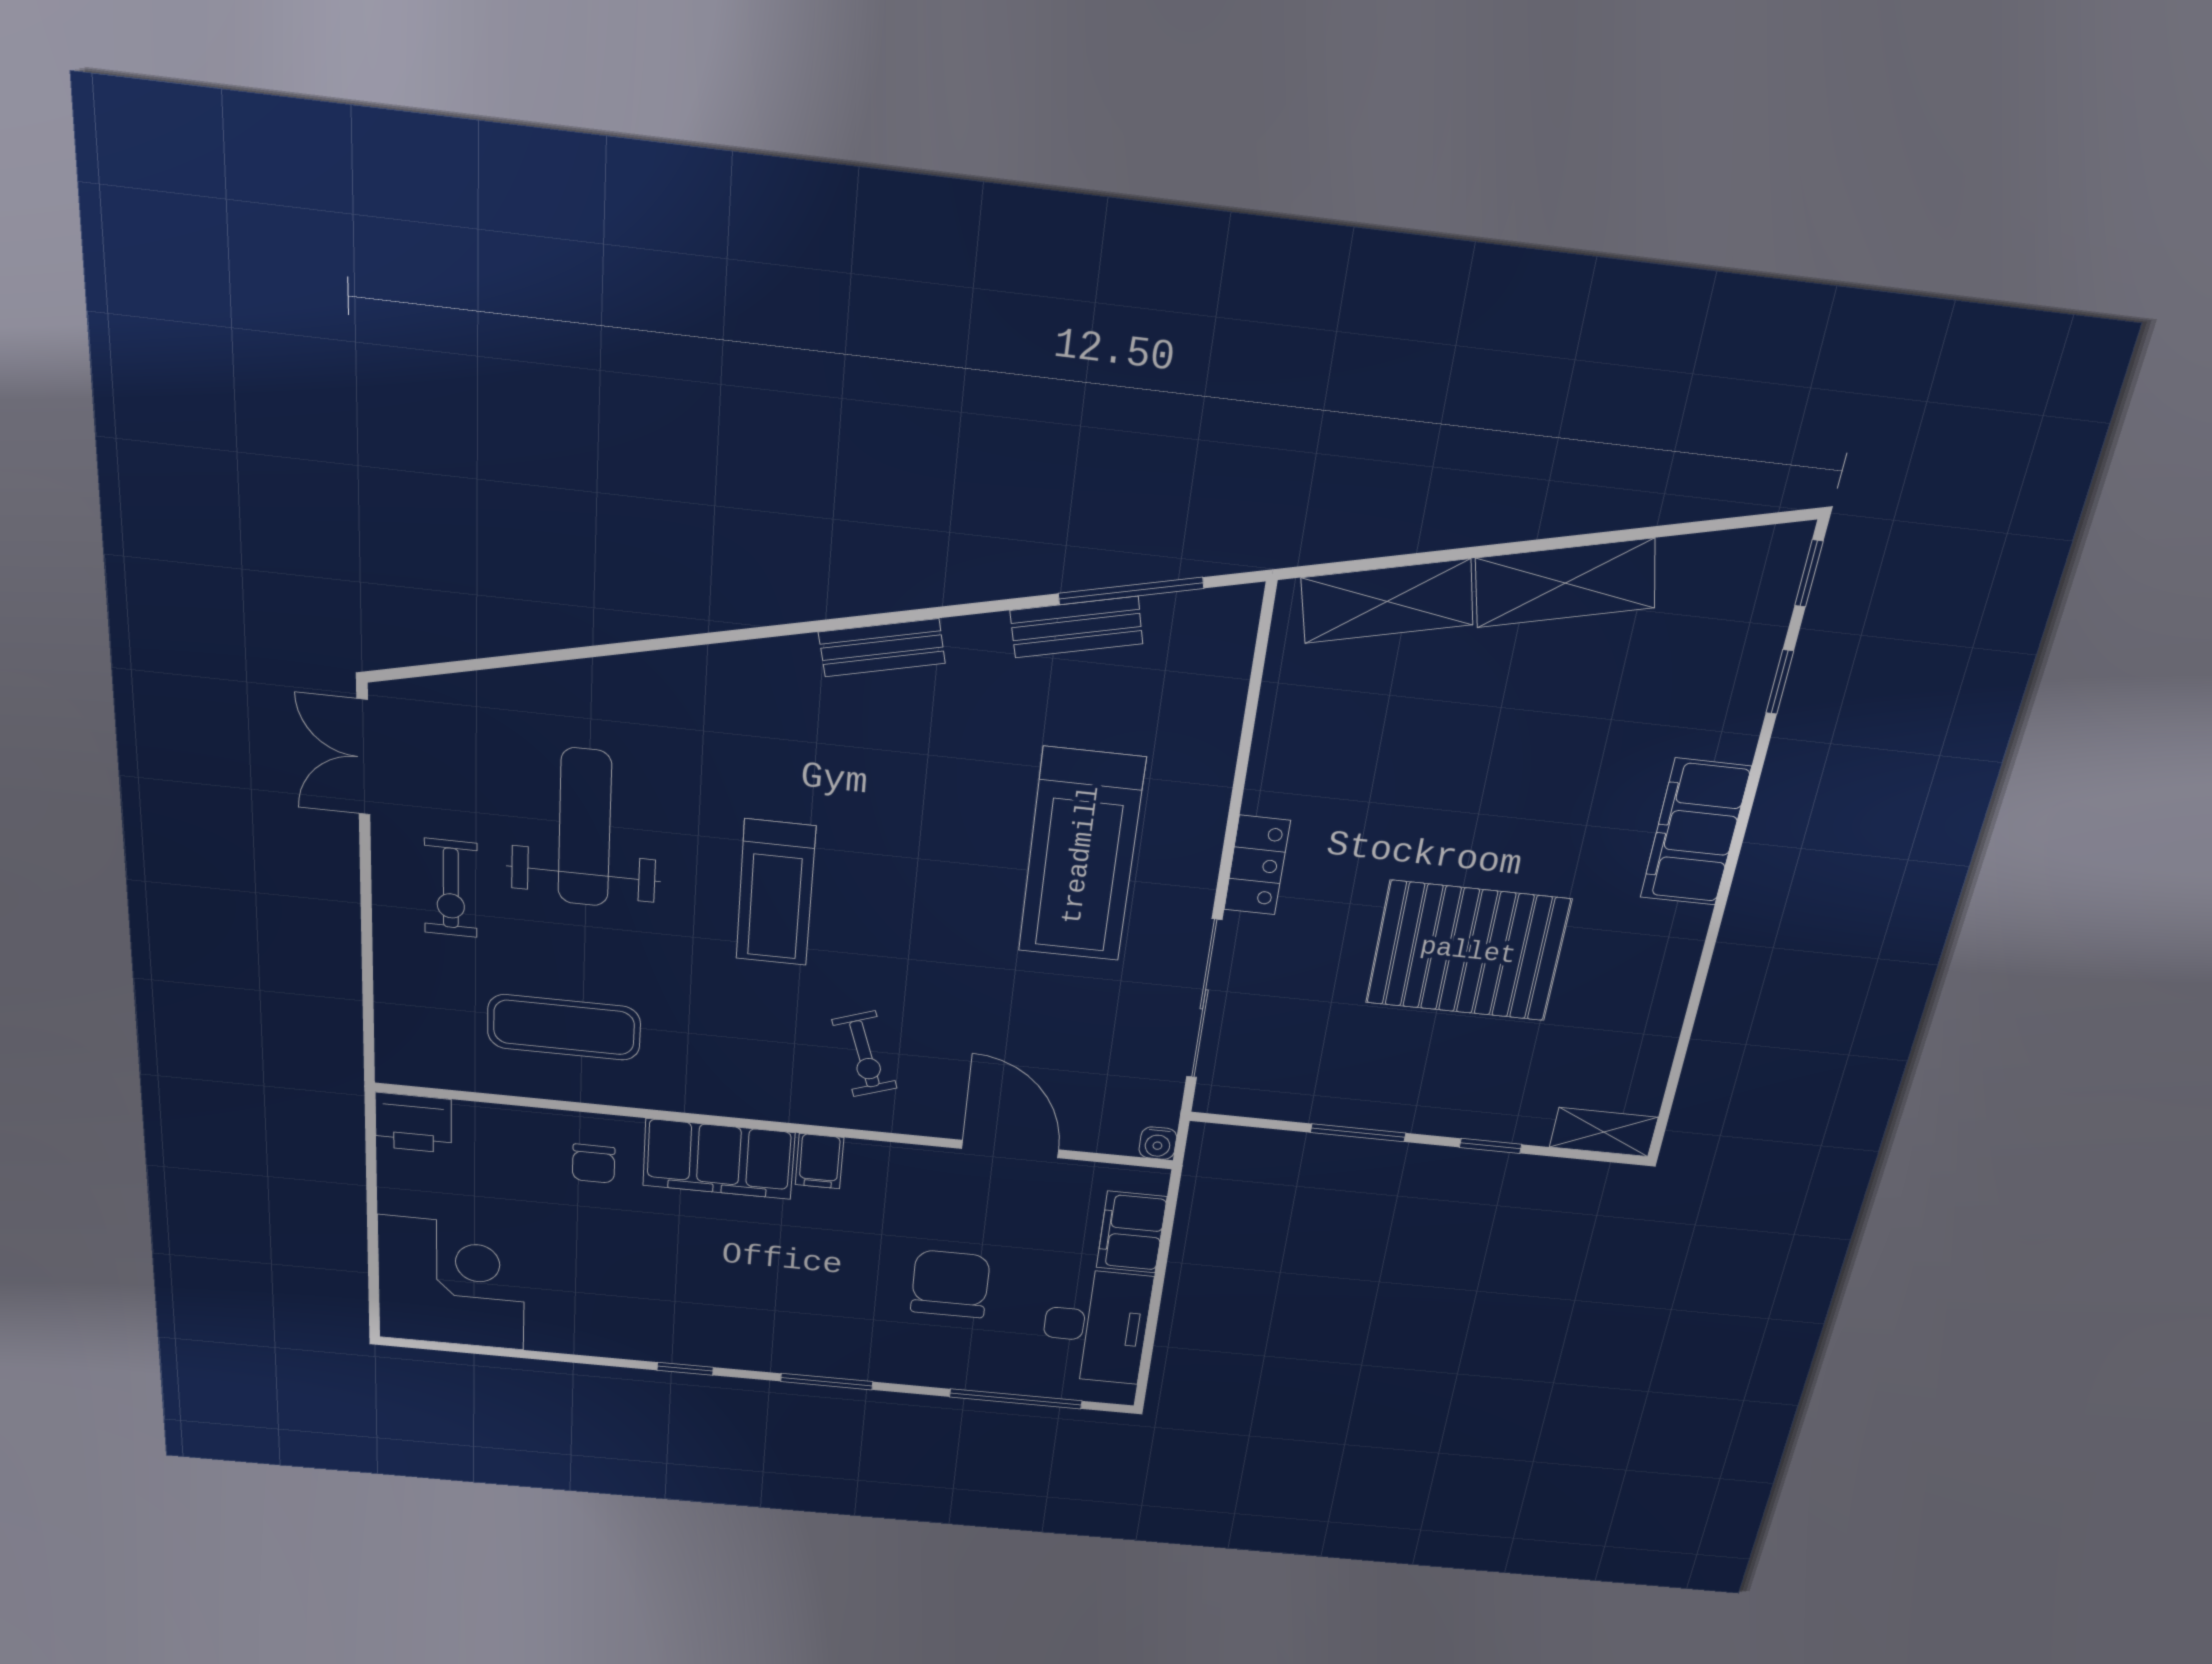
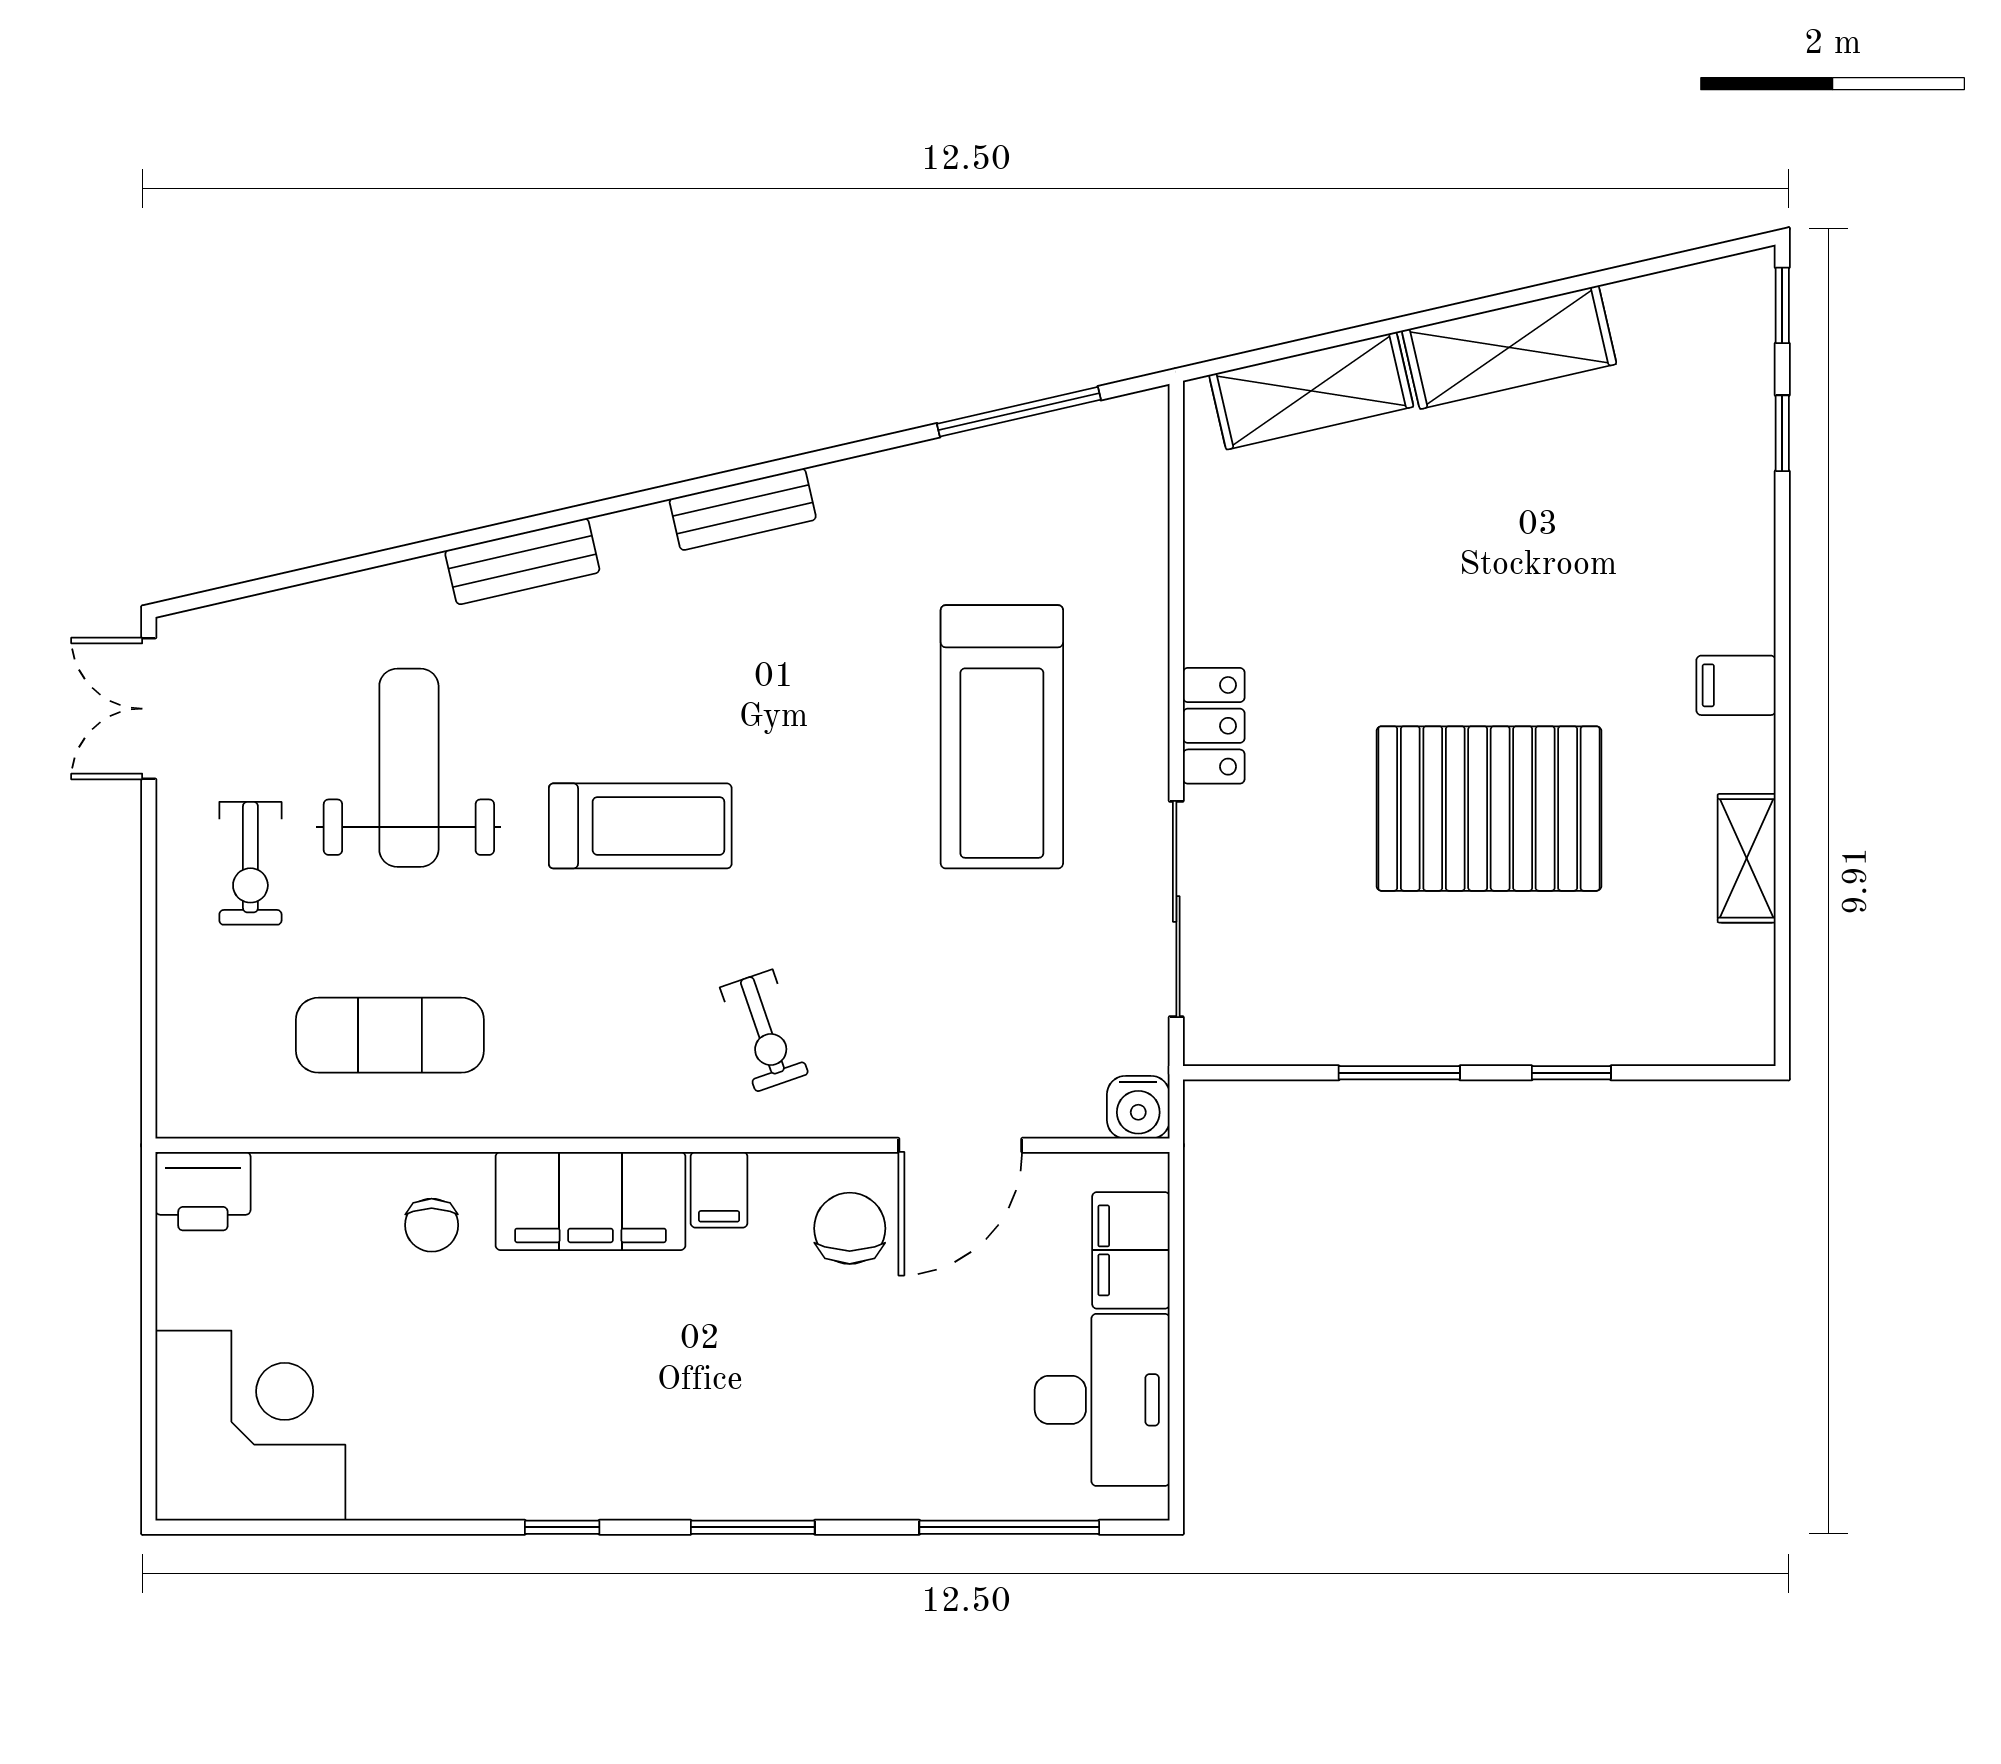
bench: (1076, 627) -> (522, 561), moved
filing cabinet: (1695, 832) -> (1736, 685), width x0.33, depth x0.86
treadmill: (776, 893) -> (640, 826), turned -90
shelving: (1604, 1132) -> (1747, 858), moved, turned 90
water cooler: (1158, 1143) -> (1138, 1107), width x1.38, depth x1.38
door: (1010, 1149) -> (960, 1145), swing flipped
chair: (950, 1284) -> (850, 1228), moved, width x0.73, depth x0.73

